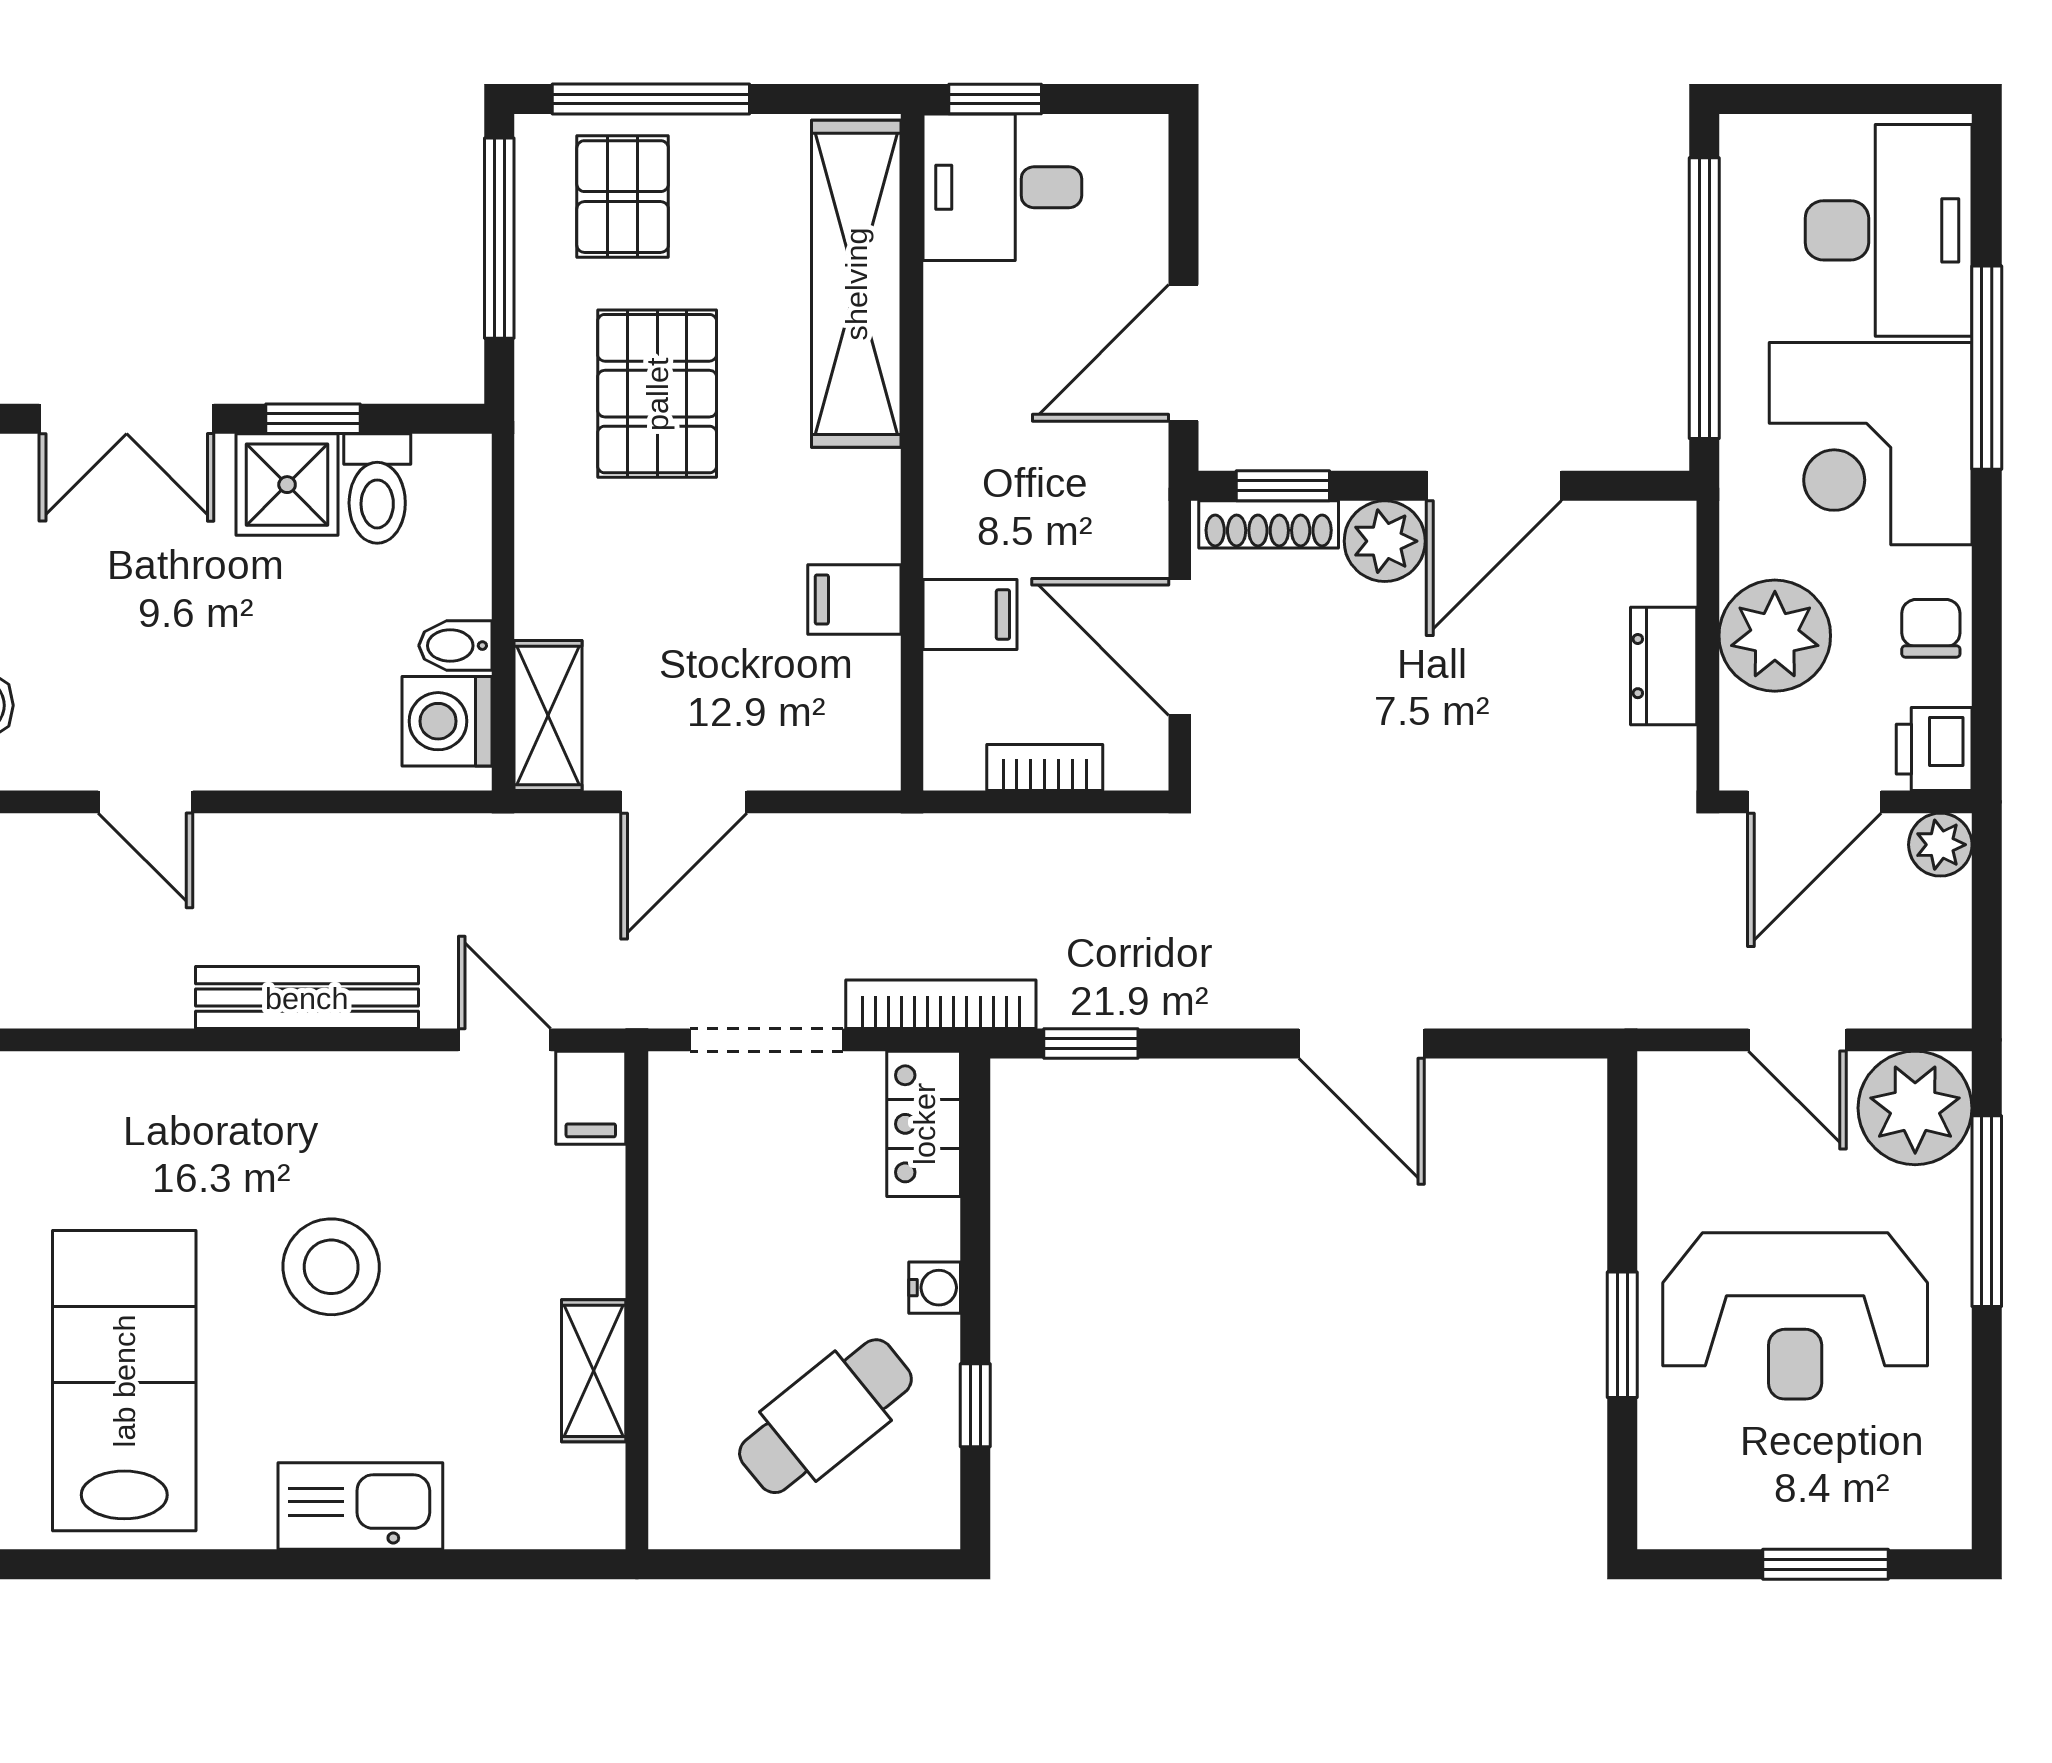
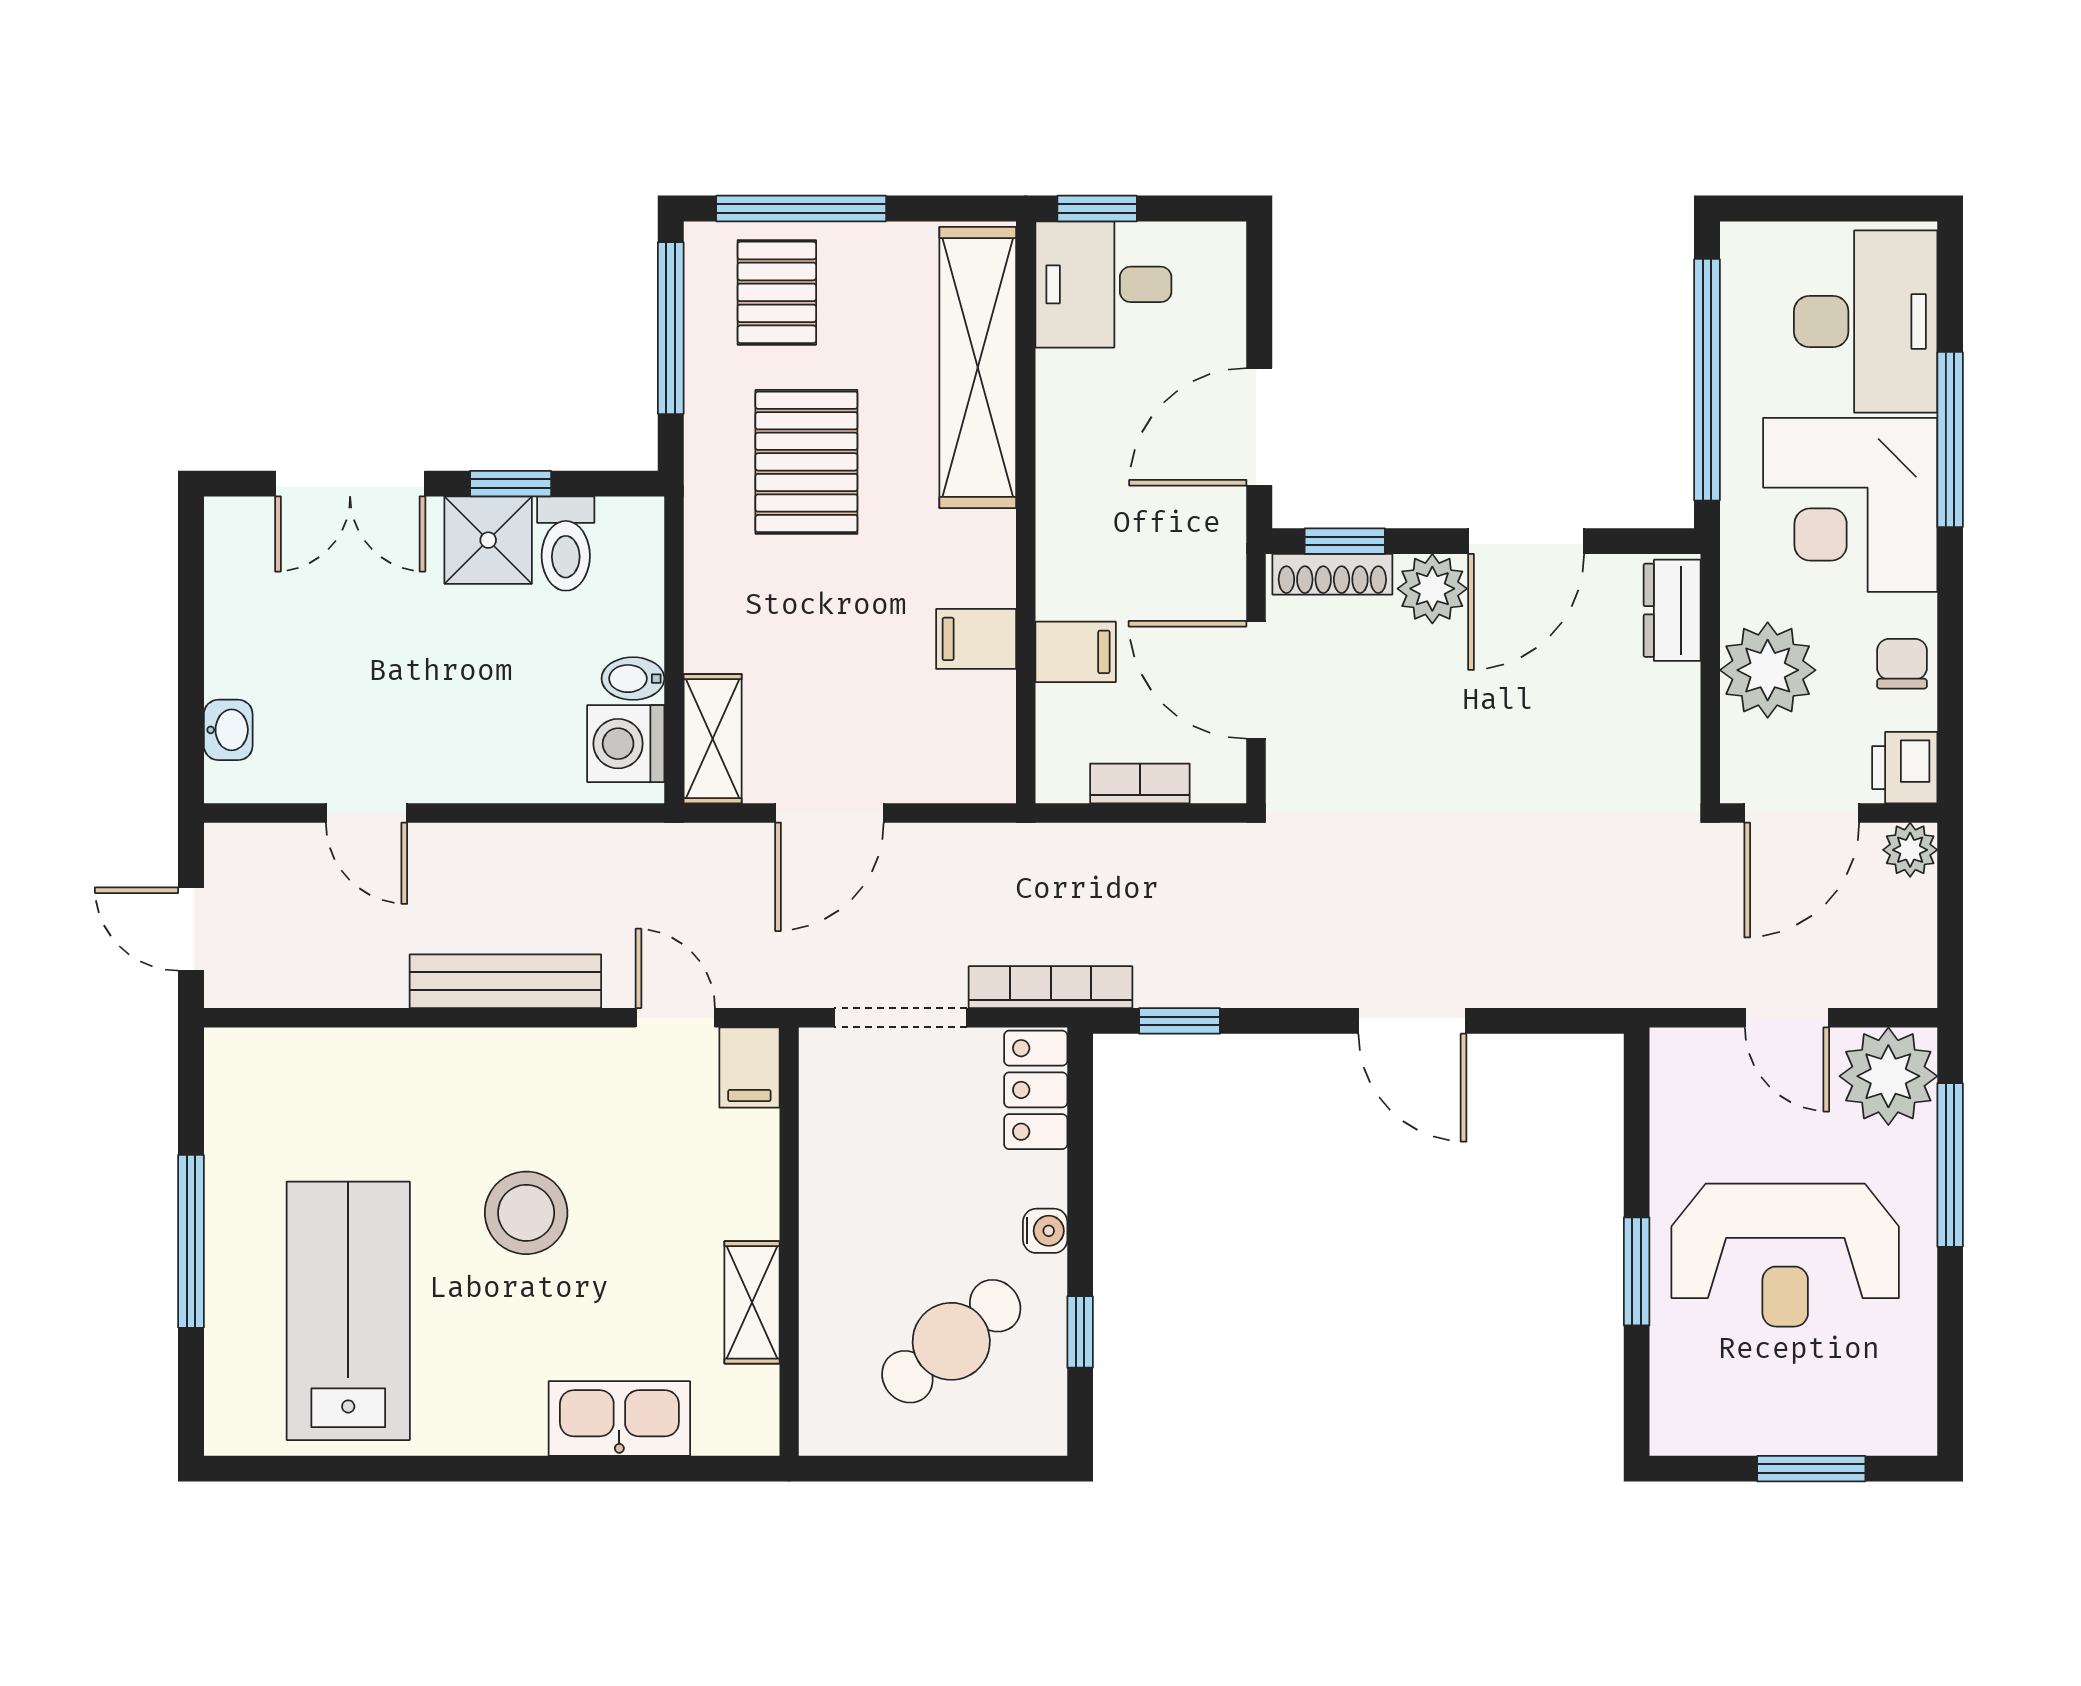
dresser: (1664, 666) -> (1672, 610), moved
kitchen sink: (360, 1506) -> (619, 1419), moved

